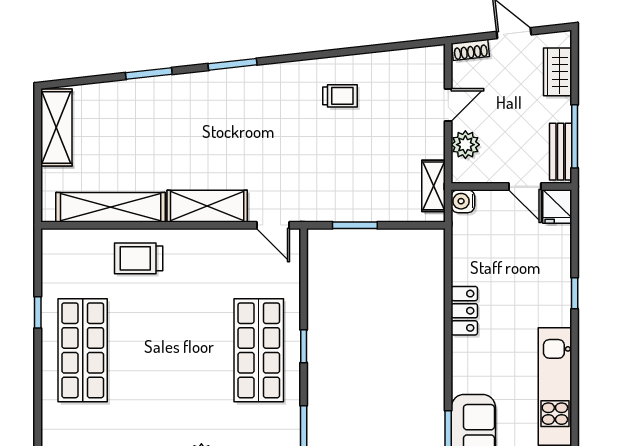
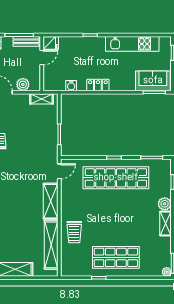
water cooler: (463, 201) -> (71, 86), moved
shop shelf: (259, 350) -> (116, 178), width x1.40

